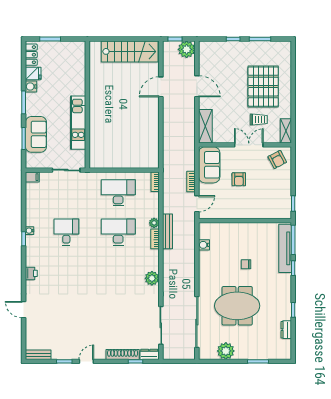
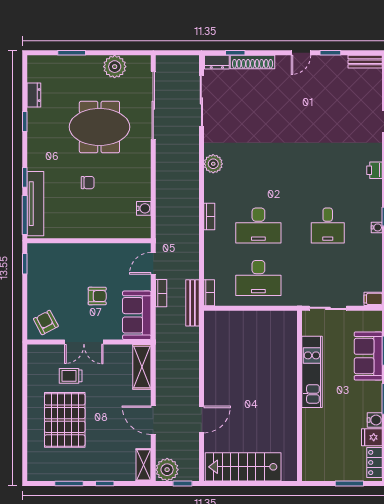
shelving: (286, 131) -> (144, 465), moved
armchair: (239, 179) -> (97, 296), turned 90
plant: (154, 223) -> (210, 238), removed
bench: (167, 231) -> (193, 303), moved

